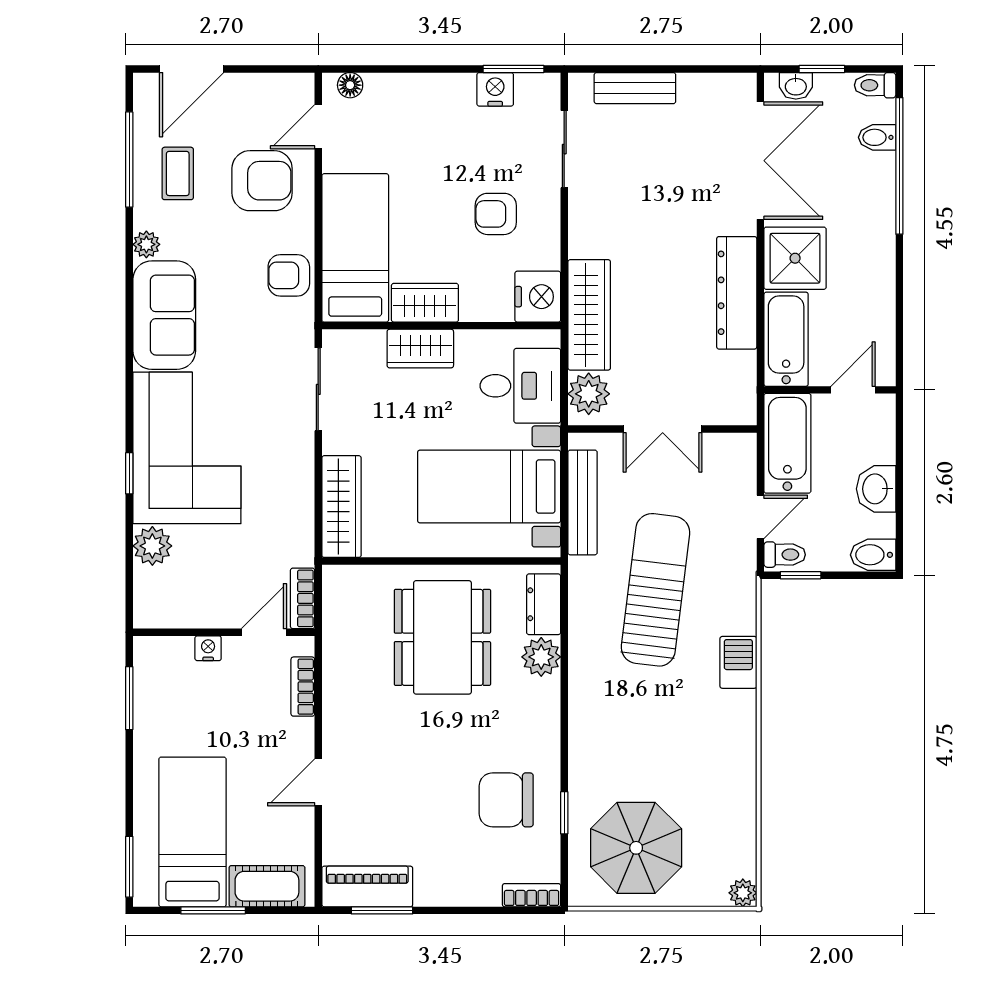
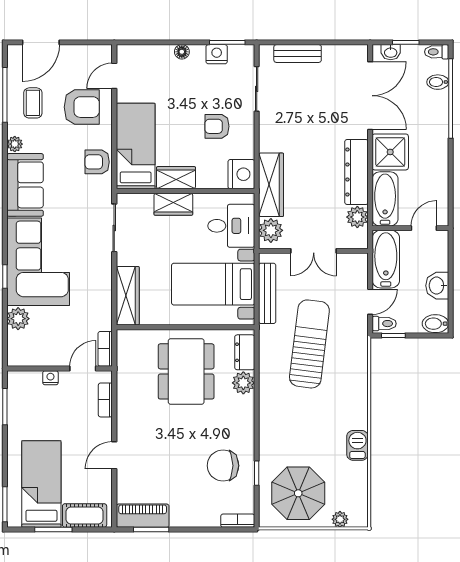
floor lamp: (350, 85) -> (182, 52), moved
plant: (738, 371) -> (357, 217), added
barbecue: (738, 662) -> (357, 445), moved
plant: (743, 893) -> (340, 519), moved

